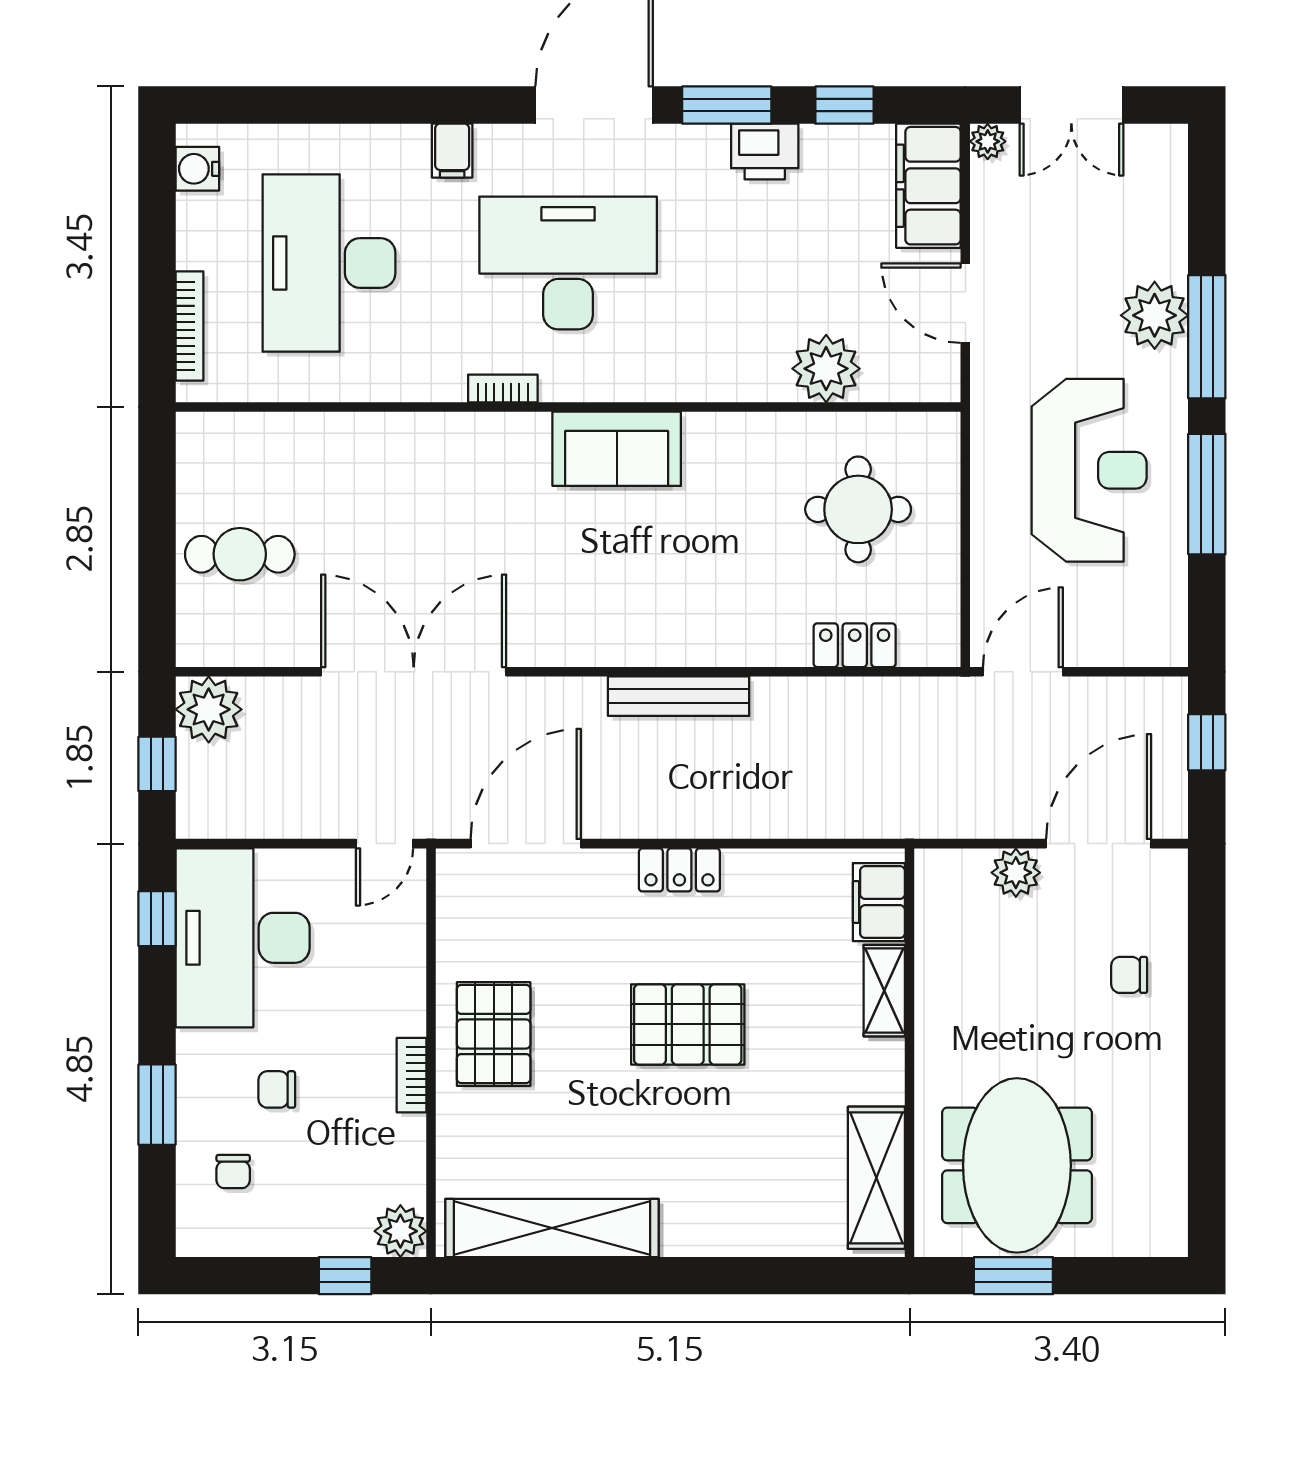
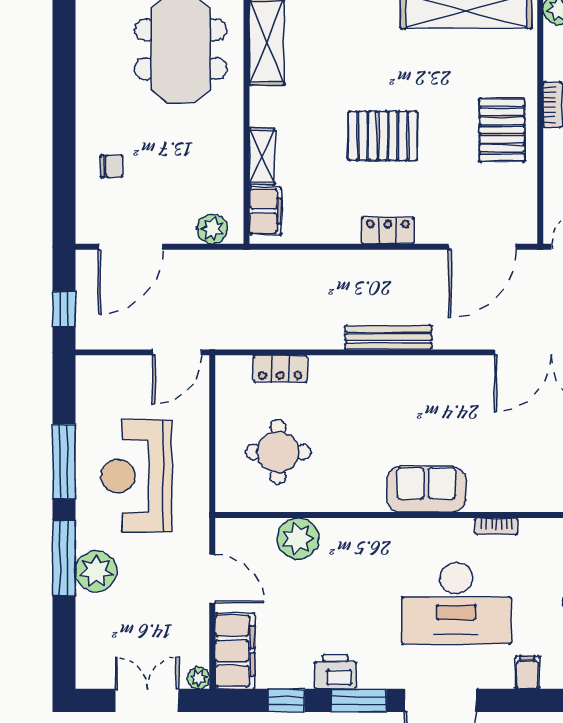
plant: (1016, 873) -> (212, 229), moved

